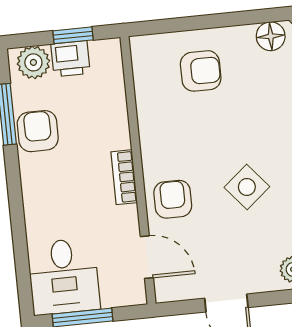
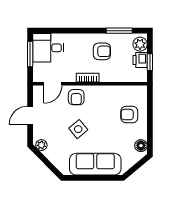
armchair: (201, 71) -> (129, 115), turned 90
armchair: (38, 131) -> (102, 51), moved
armchair: (173, 199) -> (76, 97), turned 90

